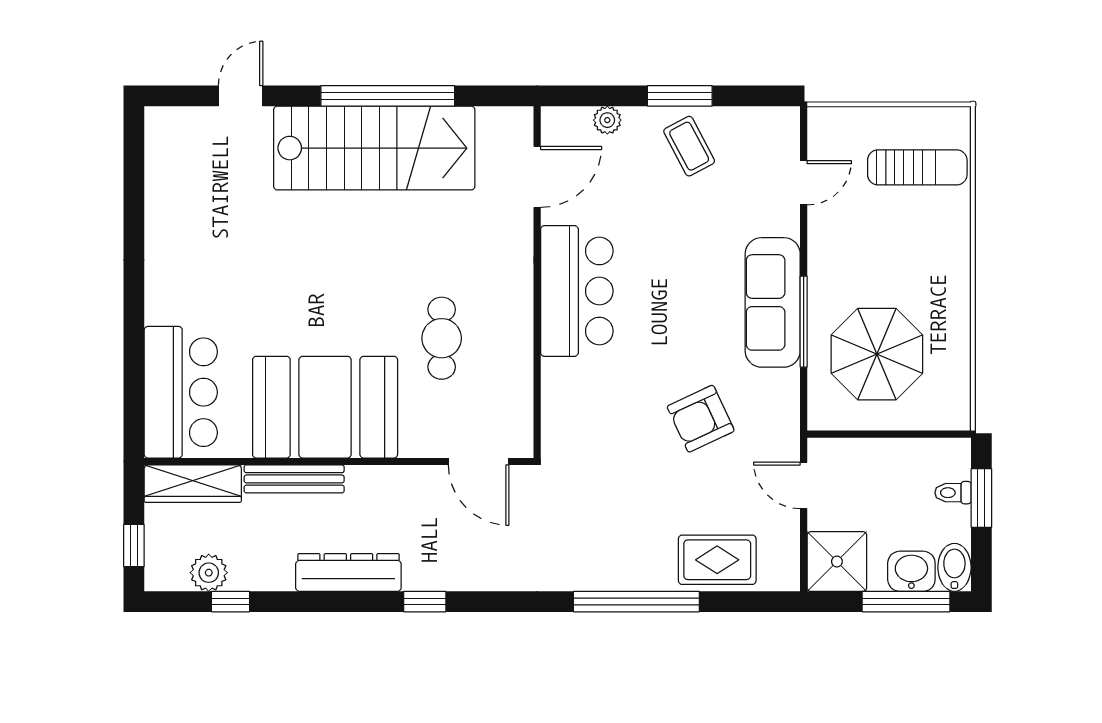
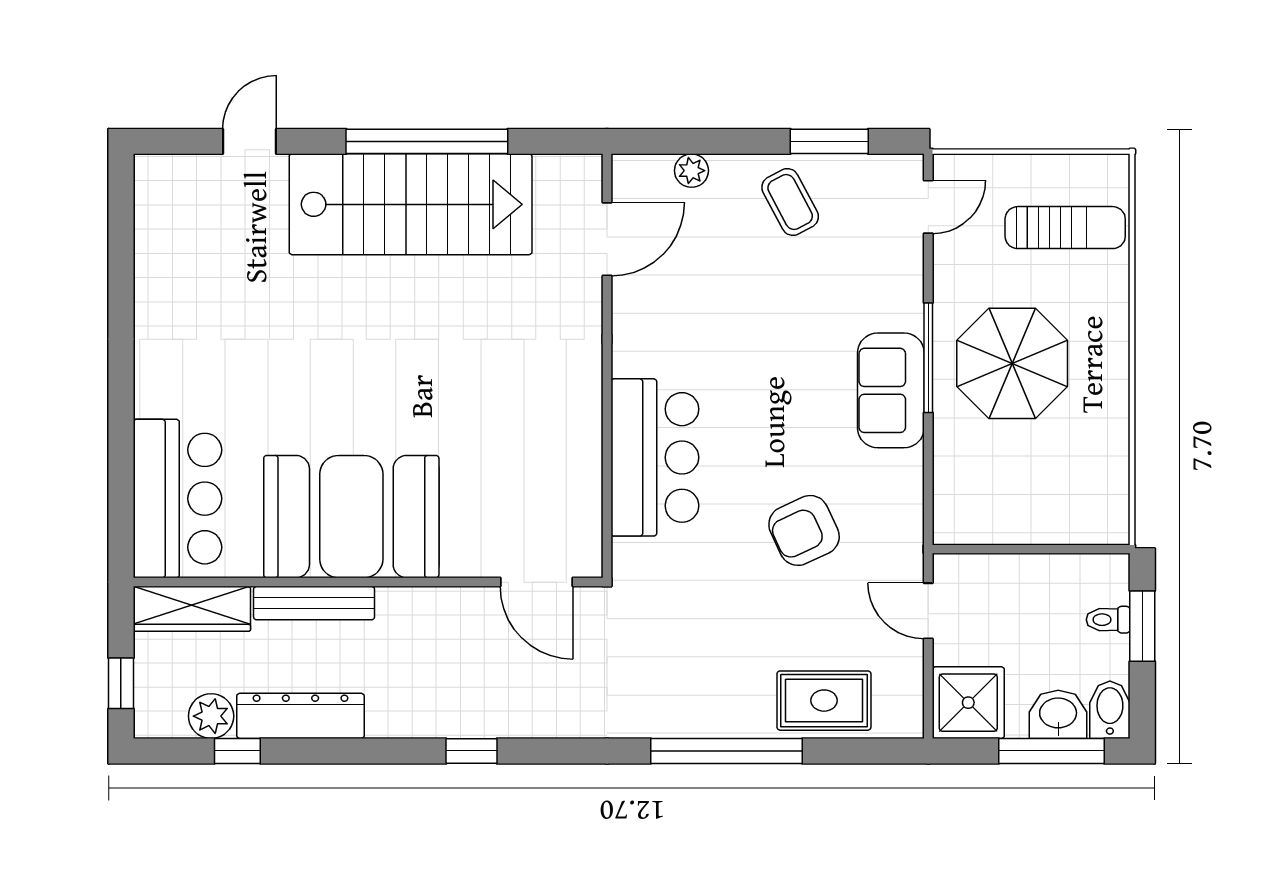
window: (680, 96) -> (829, 141), moved
door: (804, 183) -> (928, 207), moved
bar counter: (577, 291) -> (655, 457), moved
sofa: (773, 302) -> (891, 390), width x0.73
window: (804, 322) -> (928, 358), moved
cafe table: (442, 338) -> (492, 433), removed
parasol: (877, 354) -> (1012, 363), moved
dresser: (348, 572) -> (300, 716), moved

